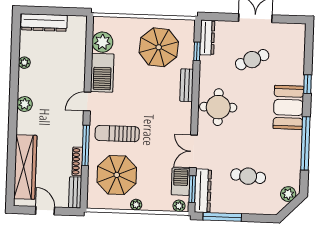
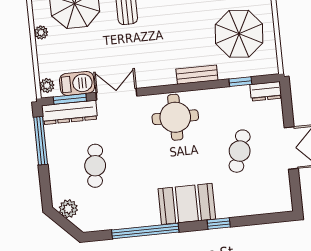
dresser: (207, 38) -> (266, 91), width x0.70
cafe table: (252, 60) -> (240, 151), turned 42
plant: (288, 194) -> (68, 209), moved

